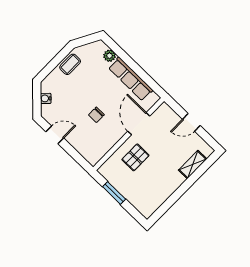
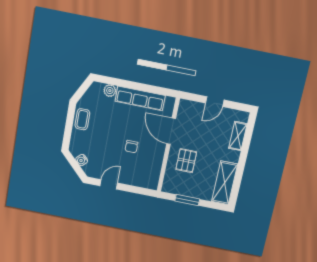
shelving: (156, 198) -> (225, 183), added

